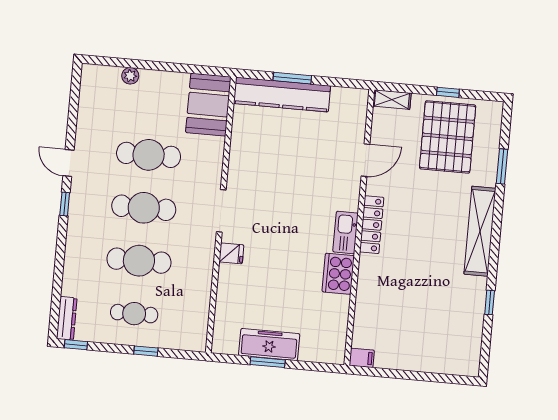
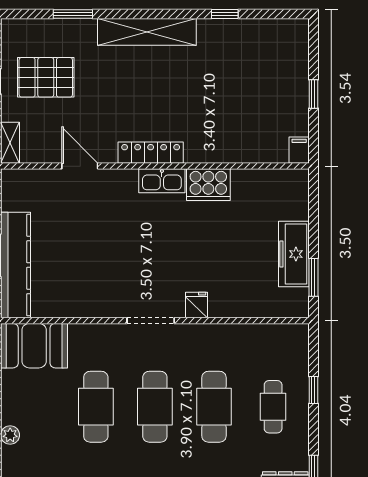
pallet: (448, 137) -> (46, 77), width x0.73, depth x0.71
window: (268, 362) -> (313, 277), moved
window: (411, 375) -> (313, 94), added

